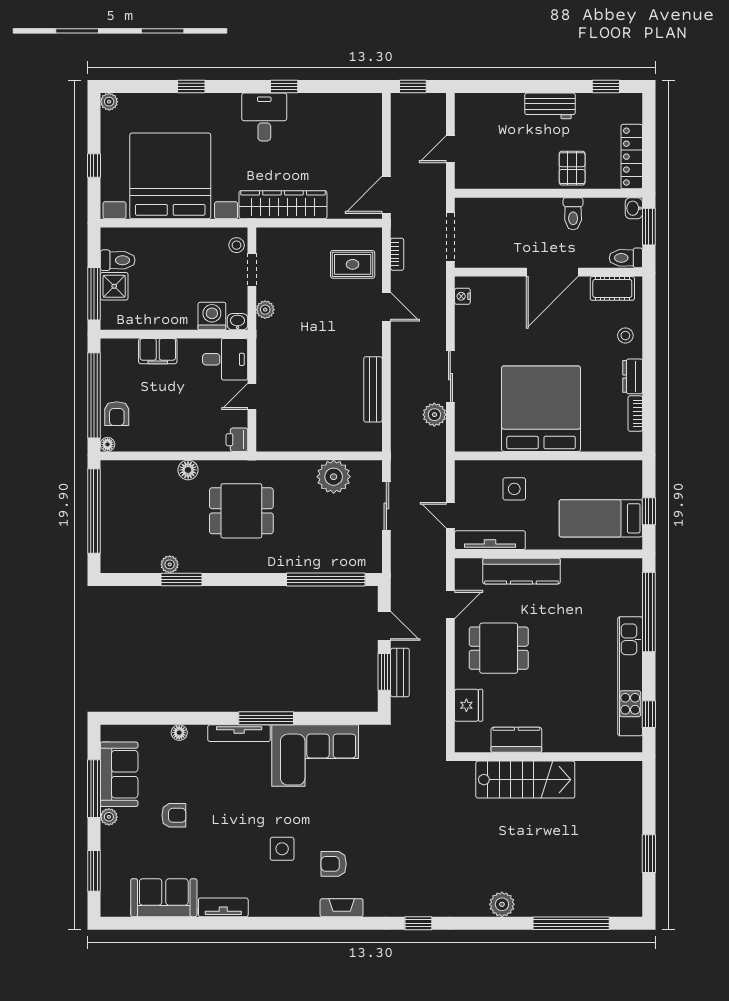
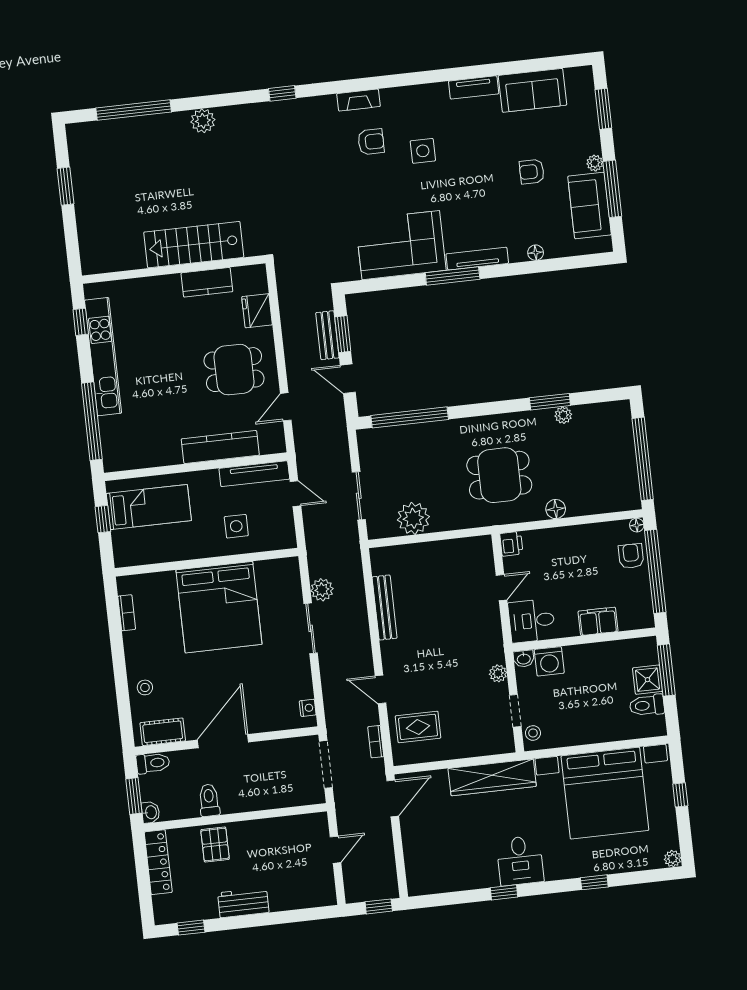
dresser: (633, 376) -> (133, 648), removed

